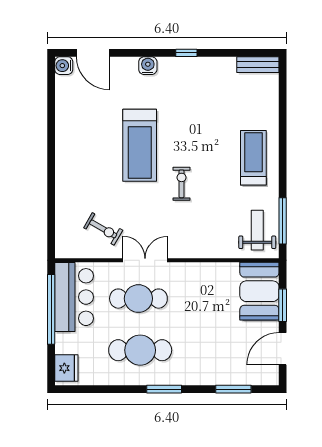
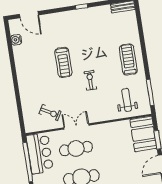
water cooler: (64, 66) -> (16, 40), moved
water cooler: (148, 66) -> (61, 17), removed
treadmill: (140, 145) -> (63, 62), width x0.73, depth x0.73
weight bench: (257, 230) -> (127, 100), moved

